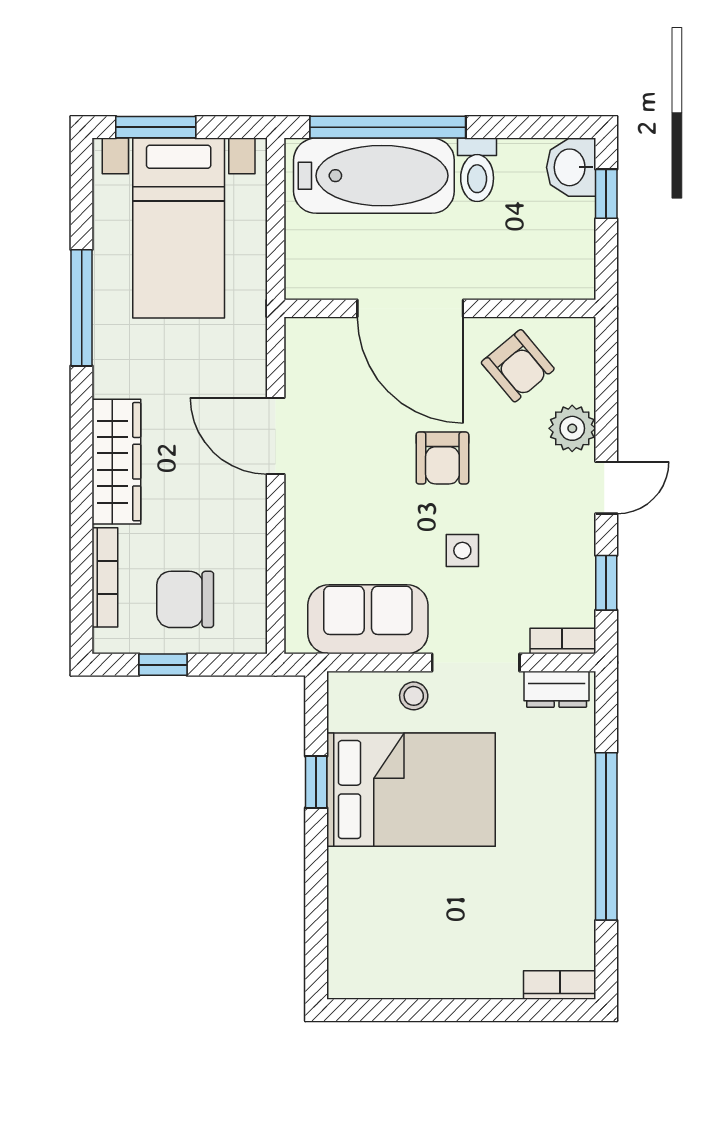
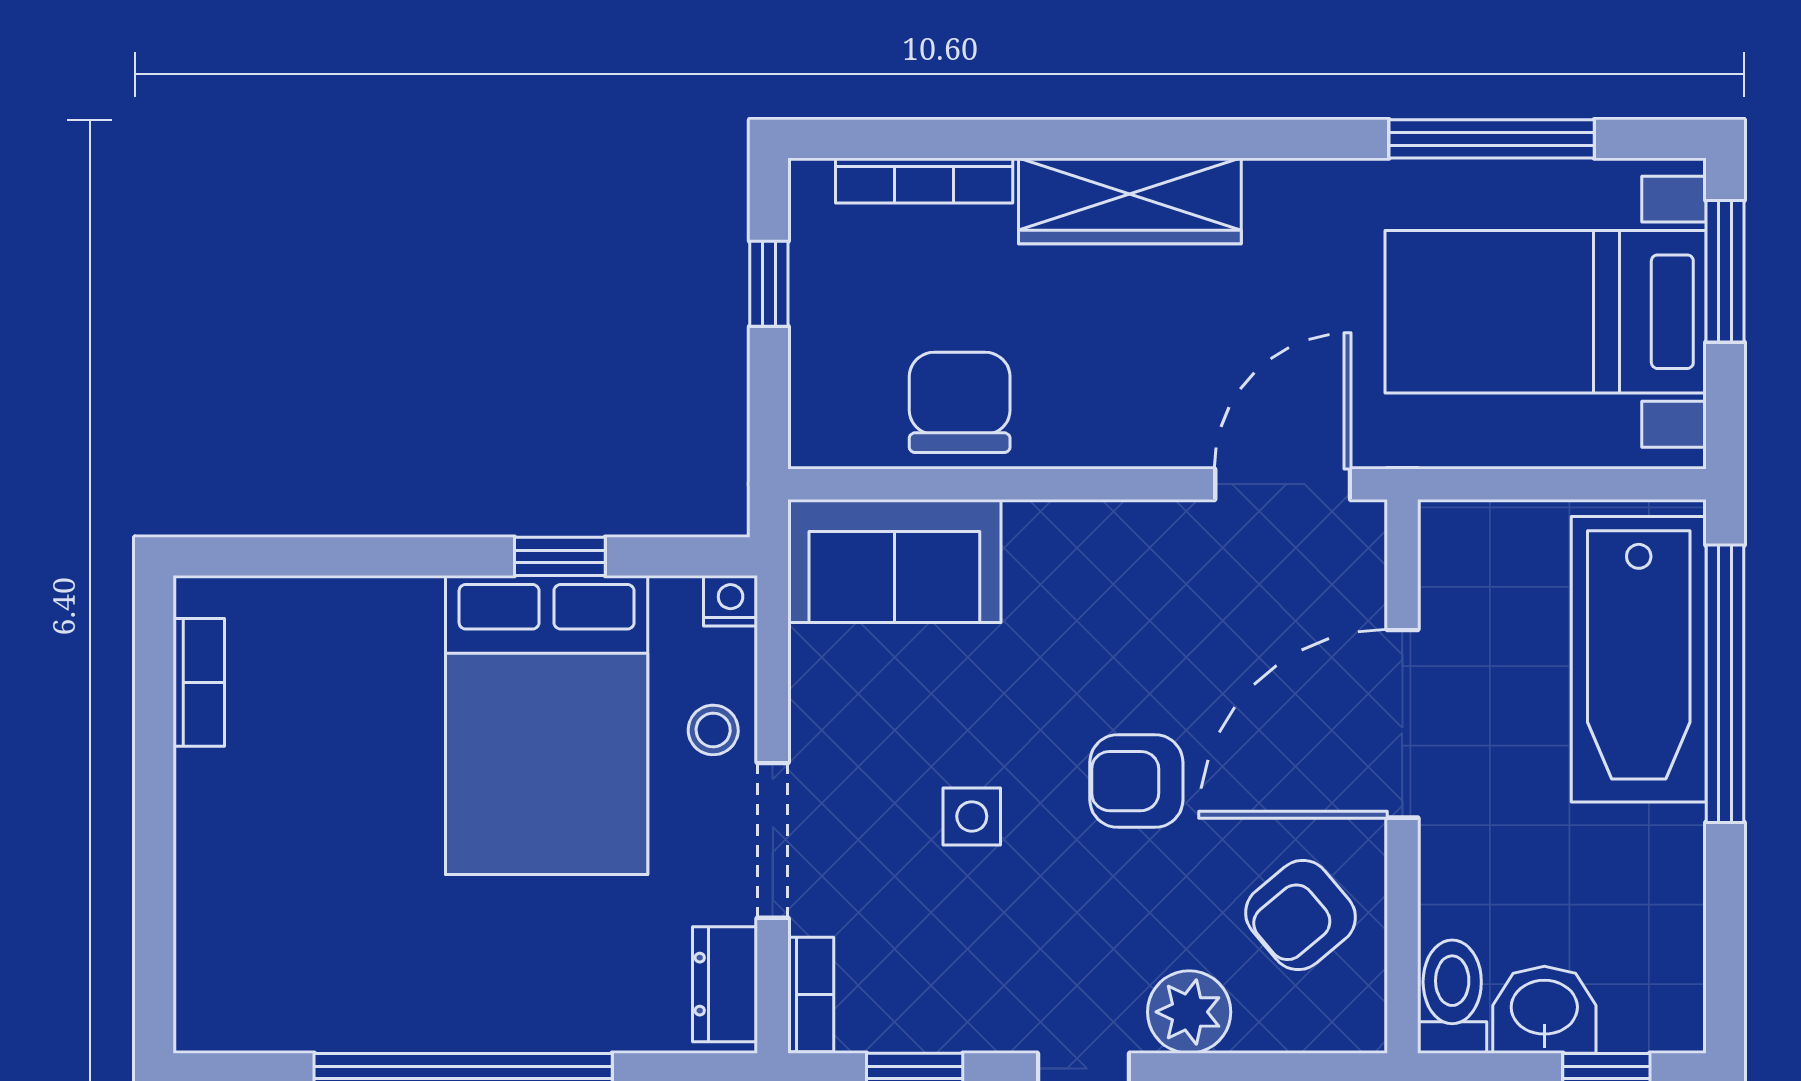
washbasin: (571, 167) -> (1544, 1010), moved
toilet: (477, 170) -> (1452, 997), moved, turned 90
window: (82, 308) -> (1492, 139), moved
door: (276, 436) -> (1283, 484), moved
chair: (185, 599) -> (960, 402), moved
sofa: (368, 619) -> (894, 561), moved, turned 90
nightstand: (341, 686) -> (731, 601), added
bookcase: (560, 985) -> (199, 682), moved

